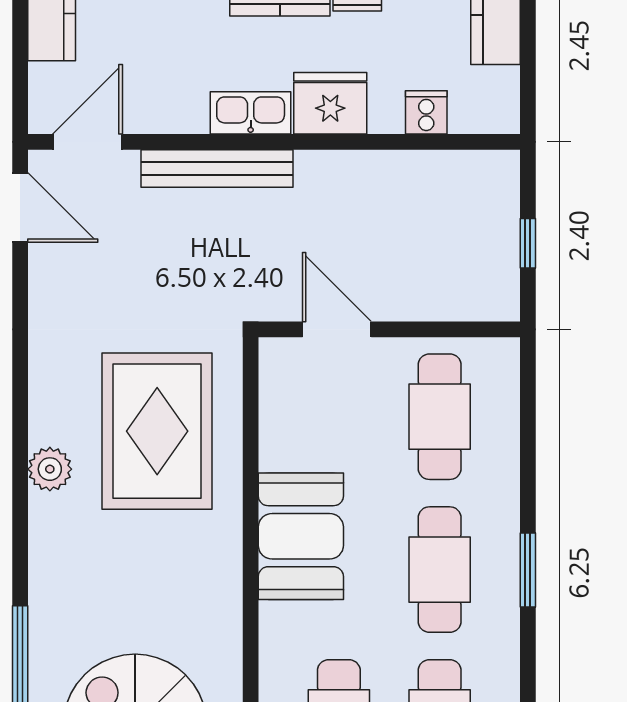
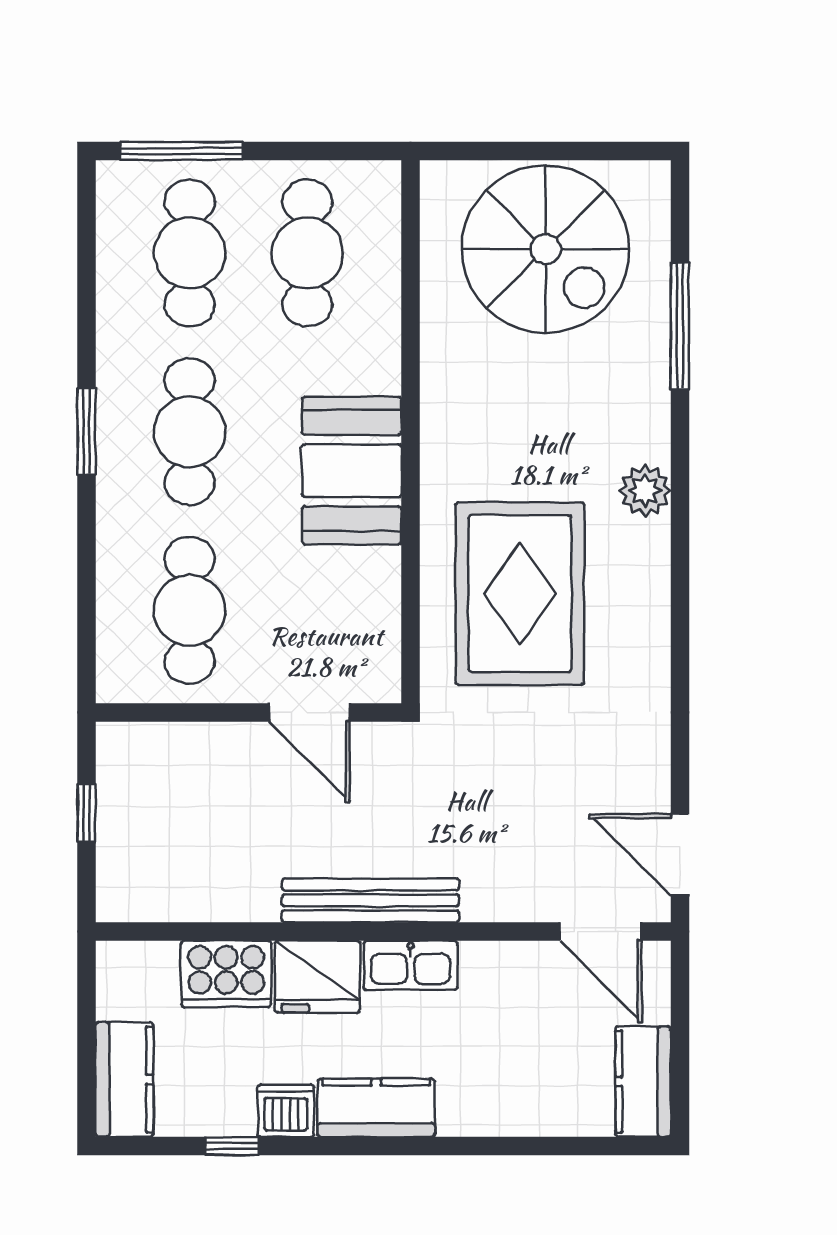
cooker: (426, 112) -> (226, 974), width x1.87, depth x1.31
door: (88, 142) -> (601, 932), hinge flipped
bench: (217, 169) -> (370, 900), moved
plant: (50, 469) -> (645, 491), moved

